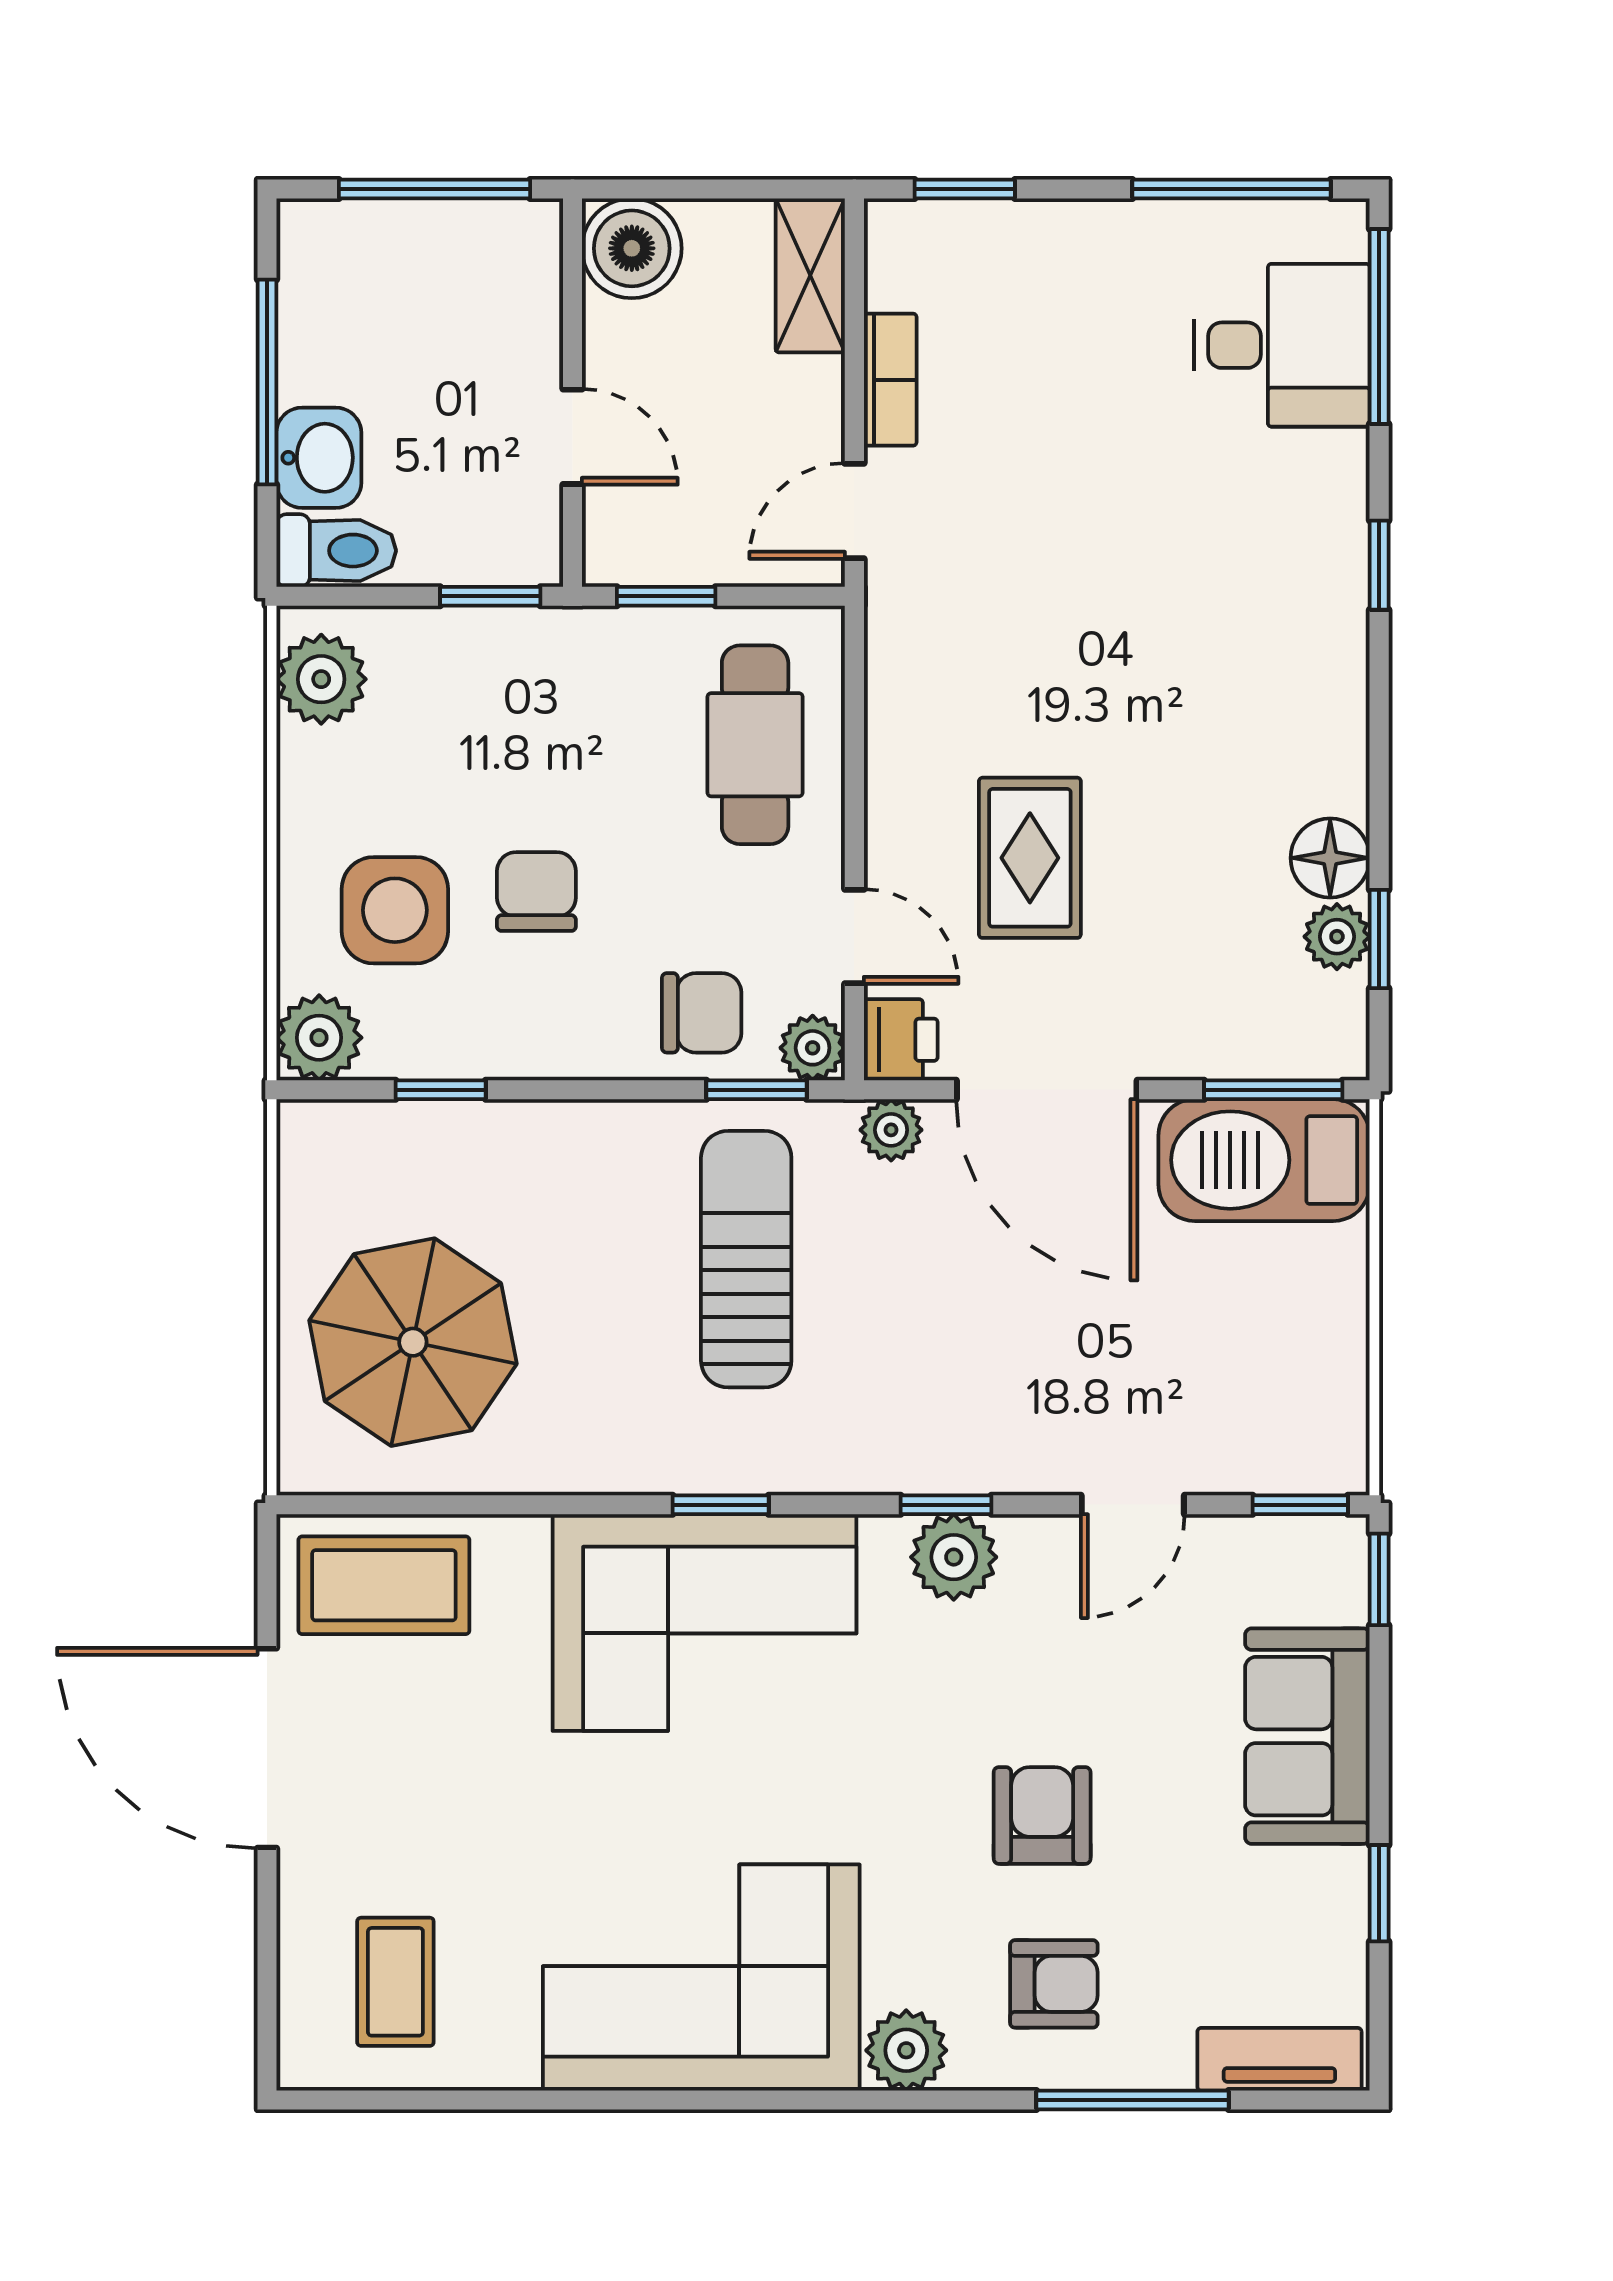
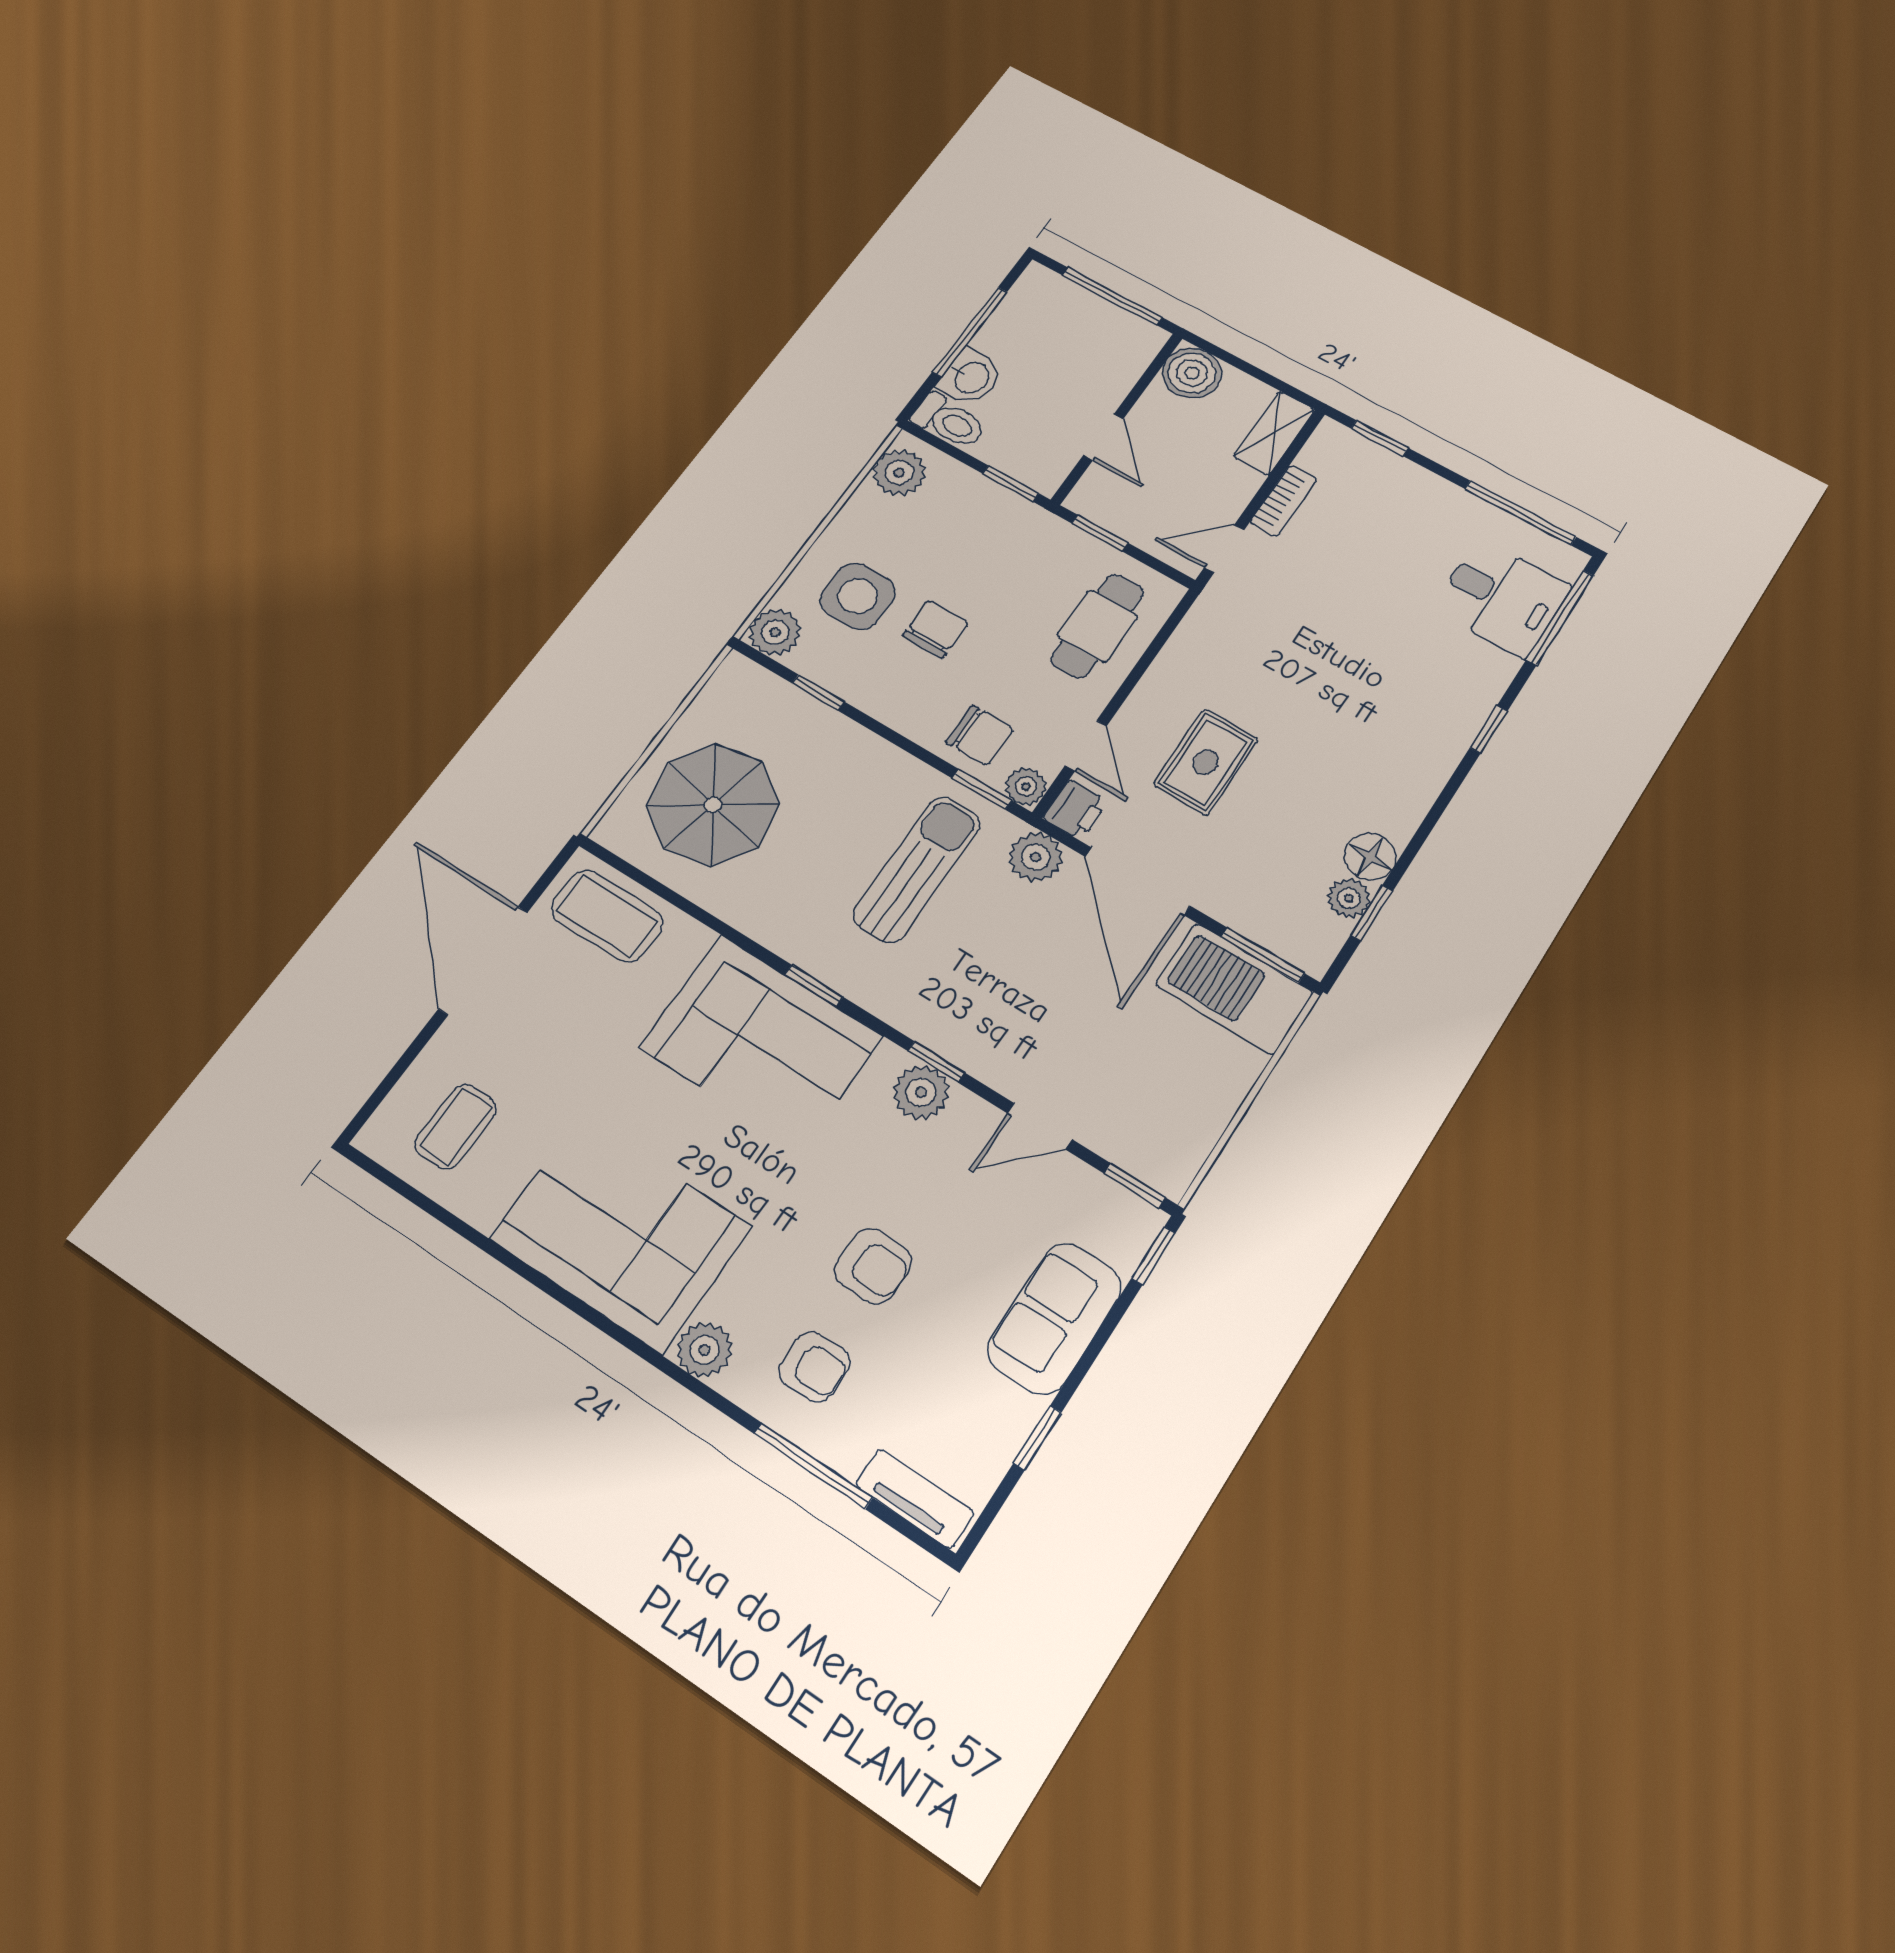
plant: (891, 1130) -> (1036, 857), width x1.38, depth x1.38
armchair: (1042, 1815) -> (873, 1266), turned 92

